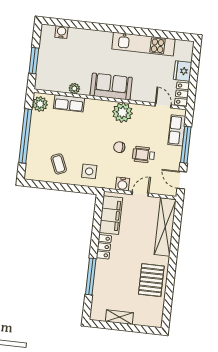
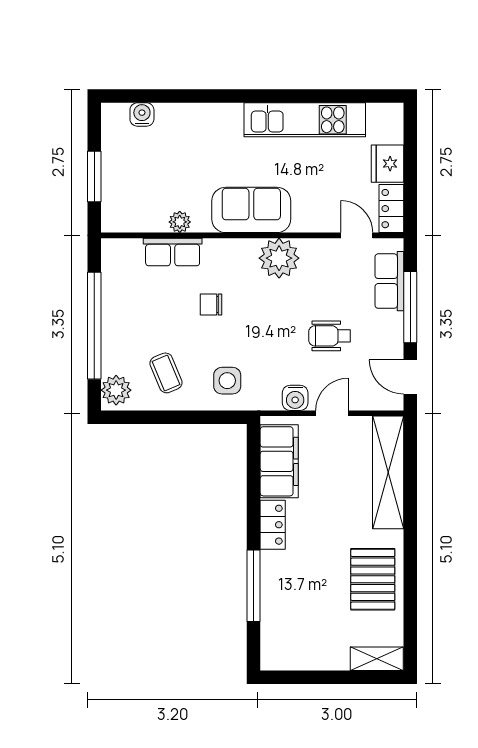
plant: (40, 104) -> (116, 390), moved
chair: (119, 147) -> (211, 304), moved
shelving: (119, 317) -> (377, 659), moved

